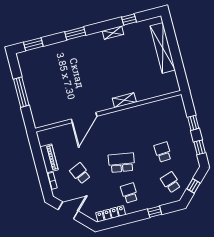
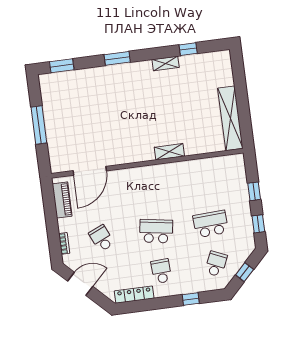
shelving: (163, 48) -> (230, 118), moved
door: (84, 118) -> (90, 171), moved
school desk: (163, 152) -> (211, 224), width x1.85
piano: (49, 158) -> (62, 200), moved
school desk: (171, 182) -> (216, 264), turned 42

